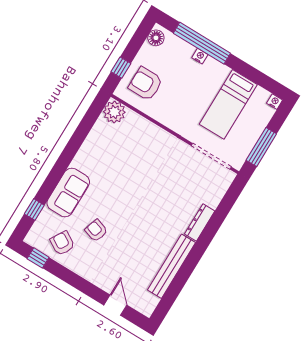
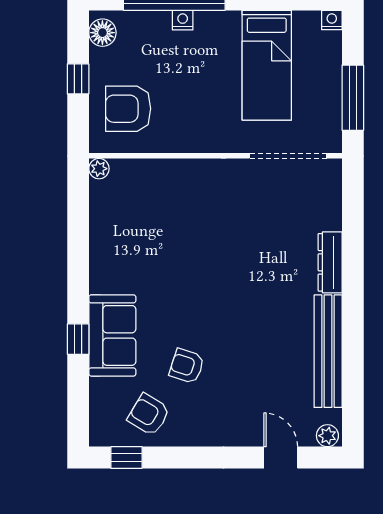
window: (121, 68) -> (78, 79), moved
plant: (114, 112) -> (99, 169), width x0.53, depth x0.53
window: (34, 210) -> (78, 339), moved
plant: (145, 308) -> (327, 436), added

